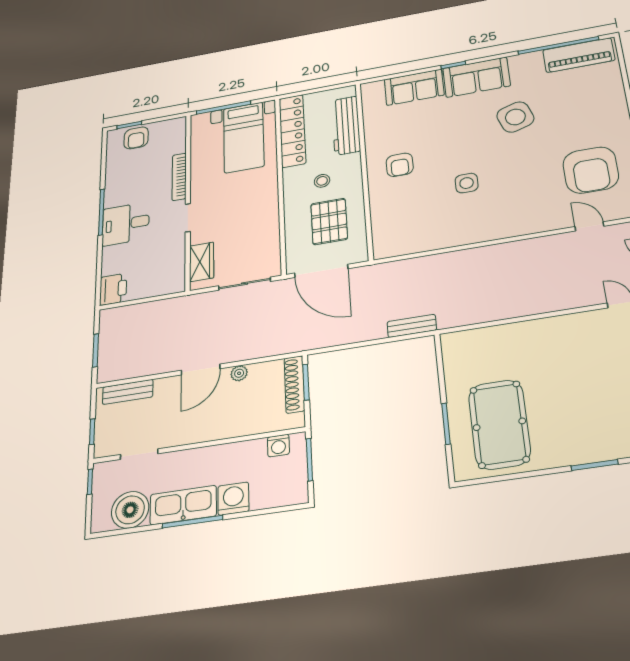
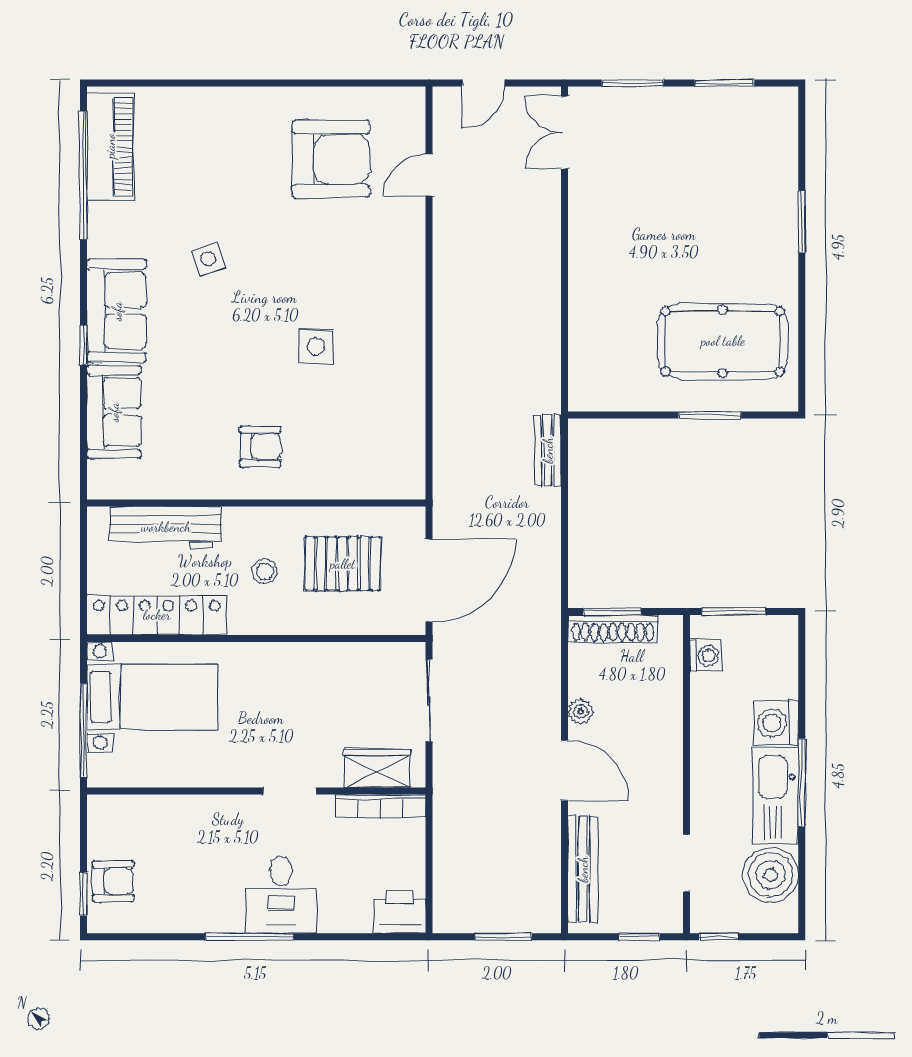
side table: (515, 117) -> (208, 259), width x0.54, depth x0.54
bookcase: (179, 177) -> (380, 806), moved
bench: (128, 392) -> (583, 869), width x1.36

